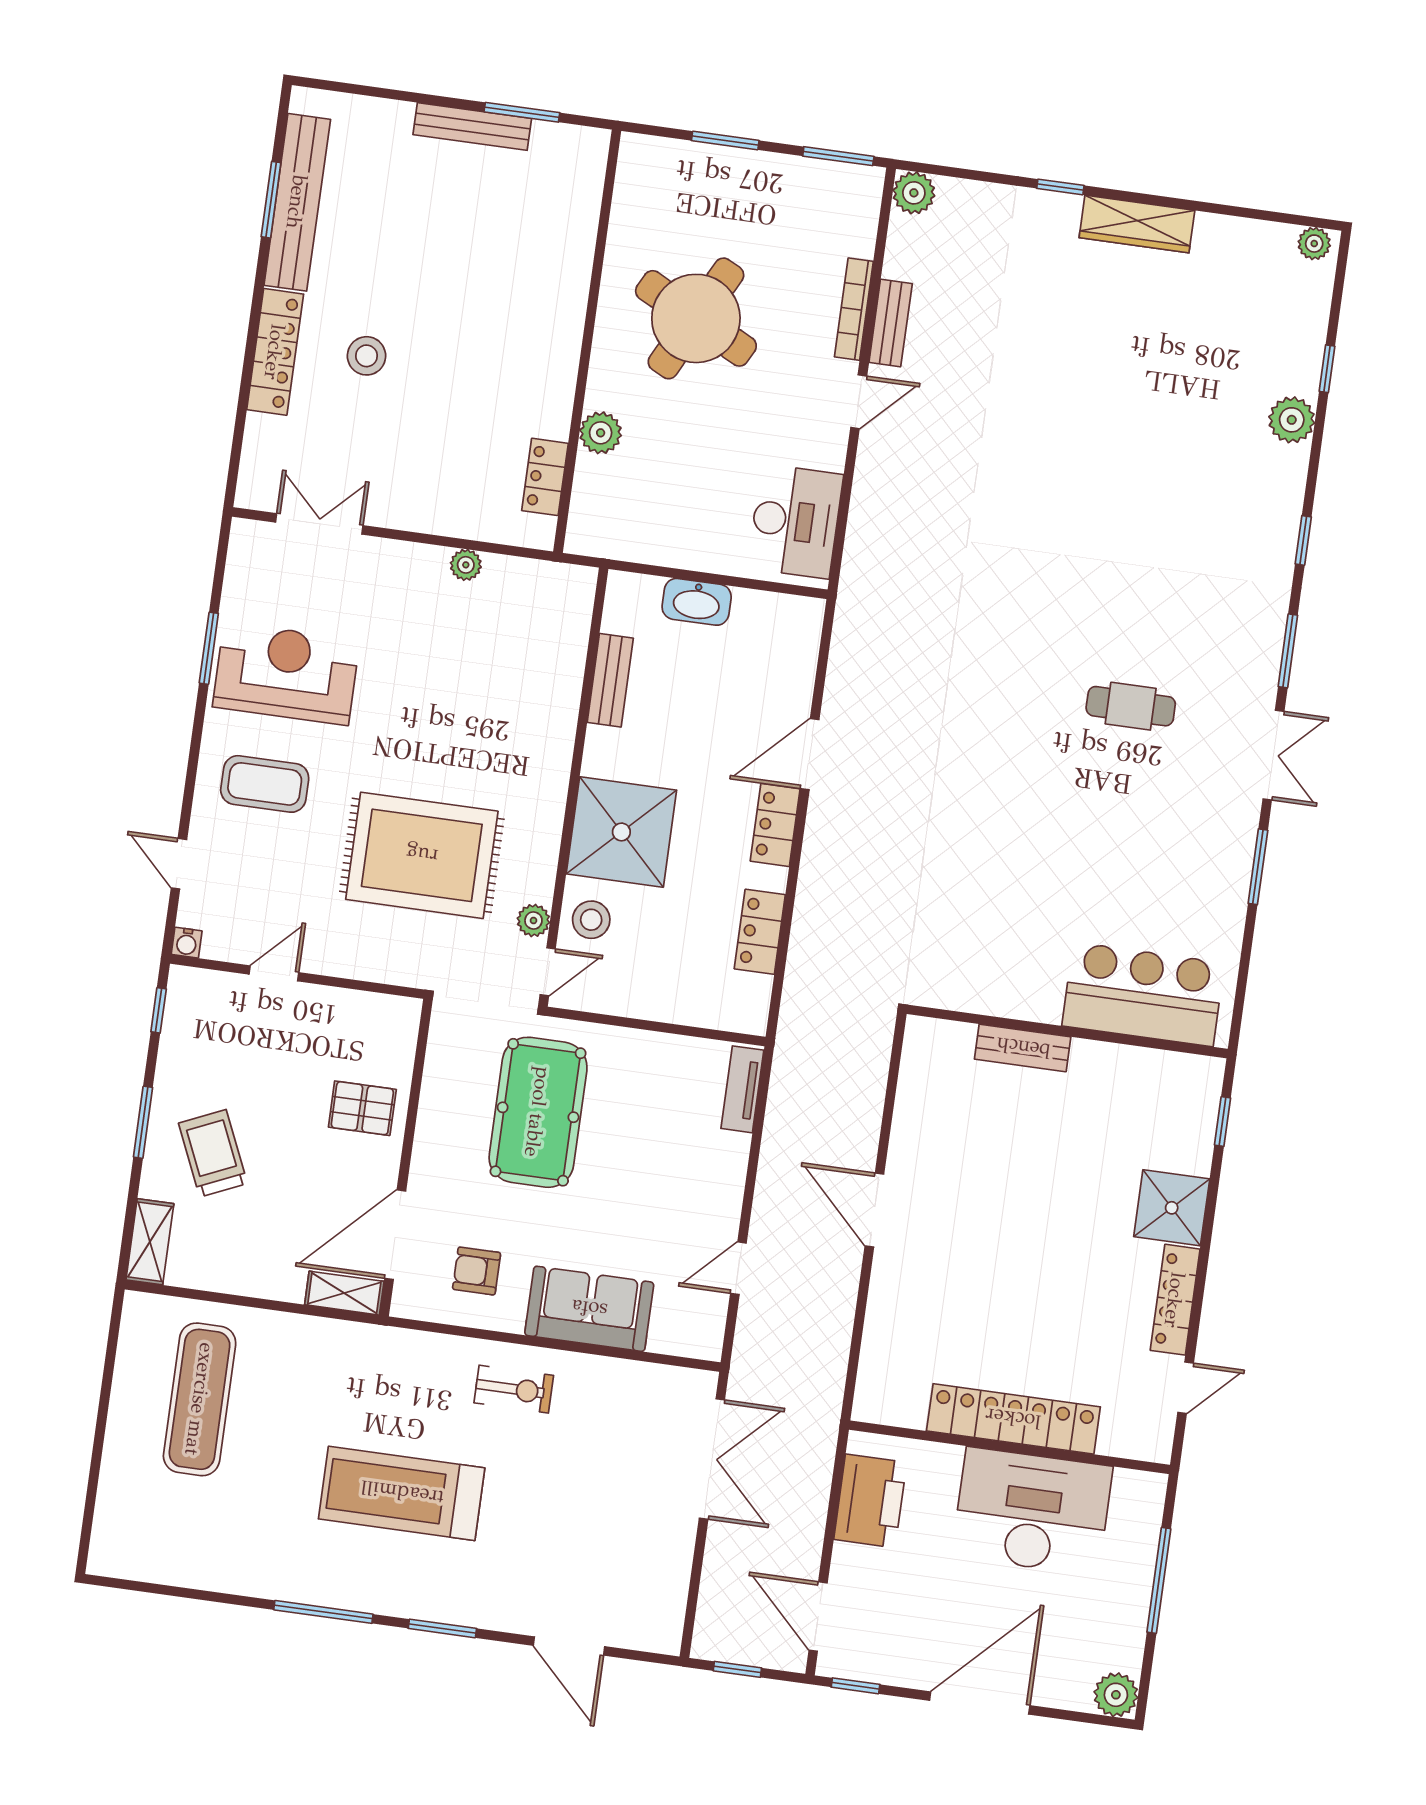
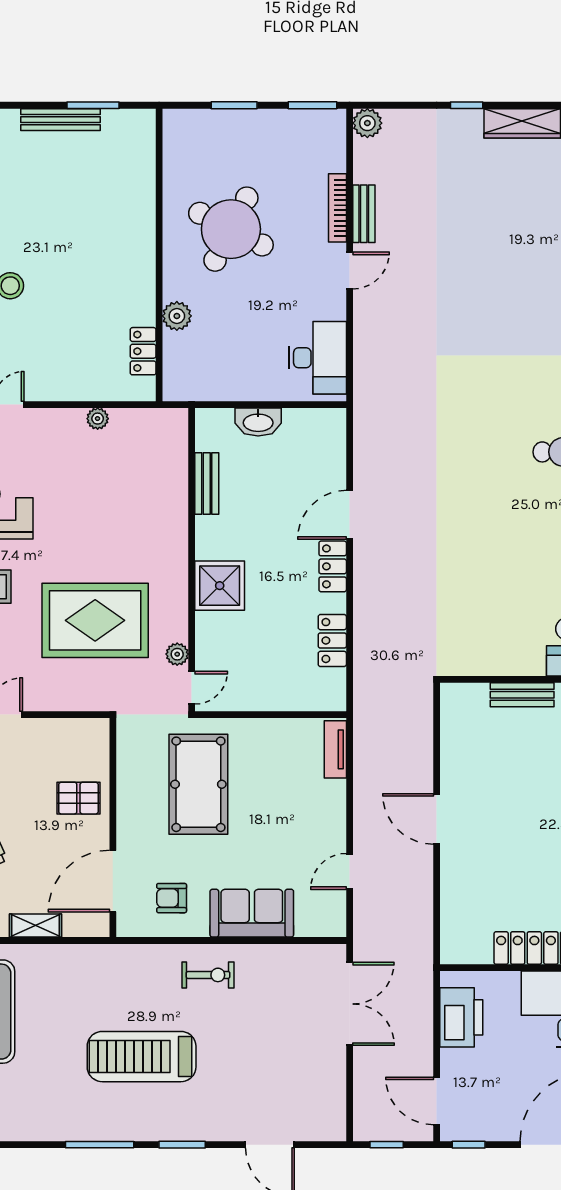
shower: (621, 832) -> (220, 586), width x0.73, depth x0.73
stool: (591, 920) -> (216, 648), removed
shelving: (344, 1293) -> (35, 926), moved

